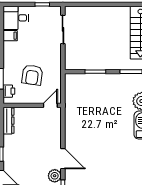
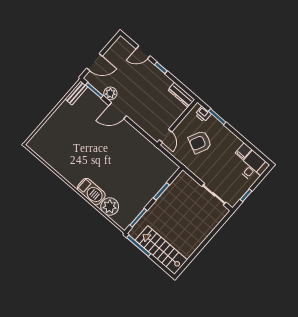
armchair: (32, 75) -> (200, 142), turned -73

